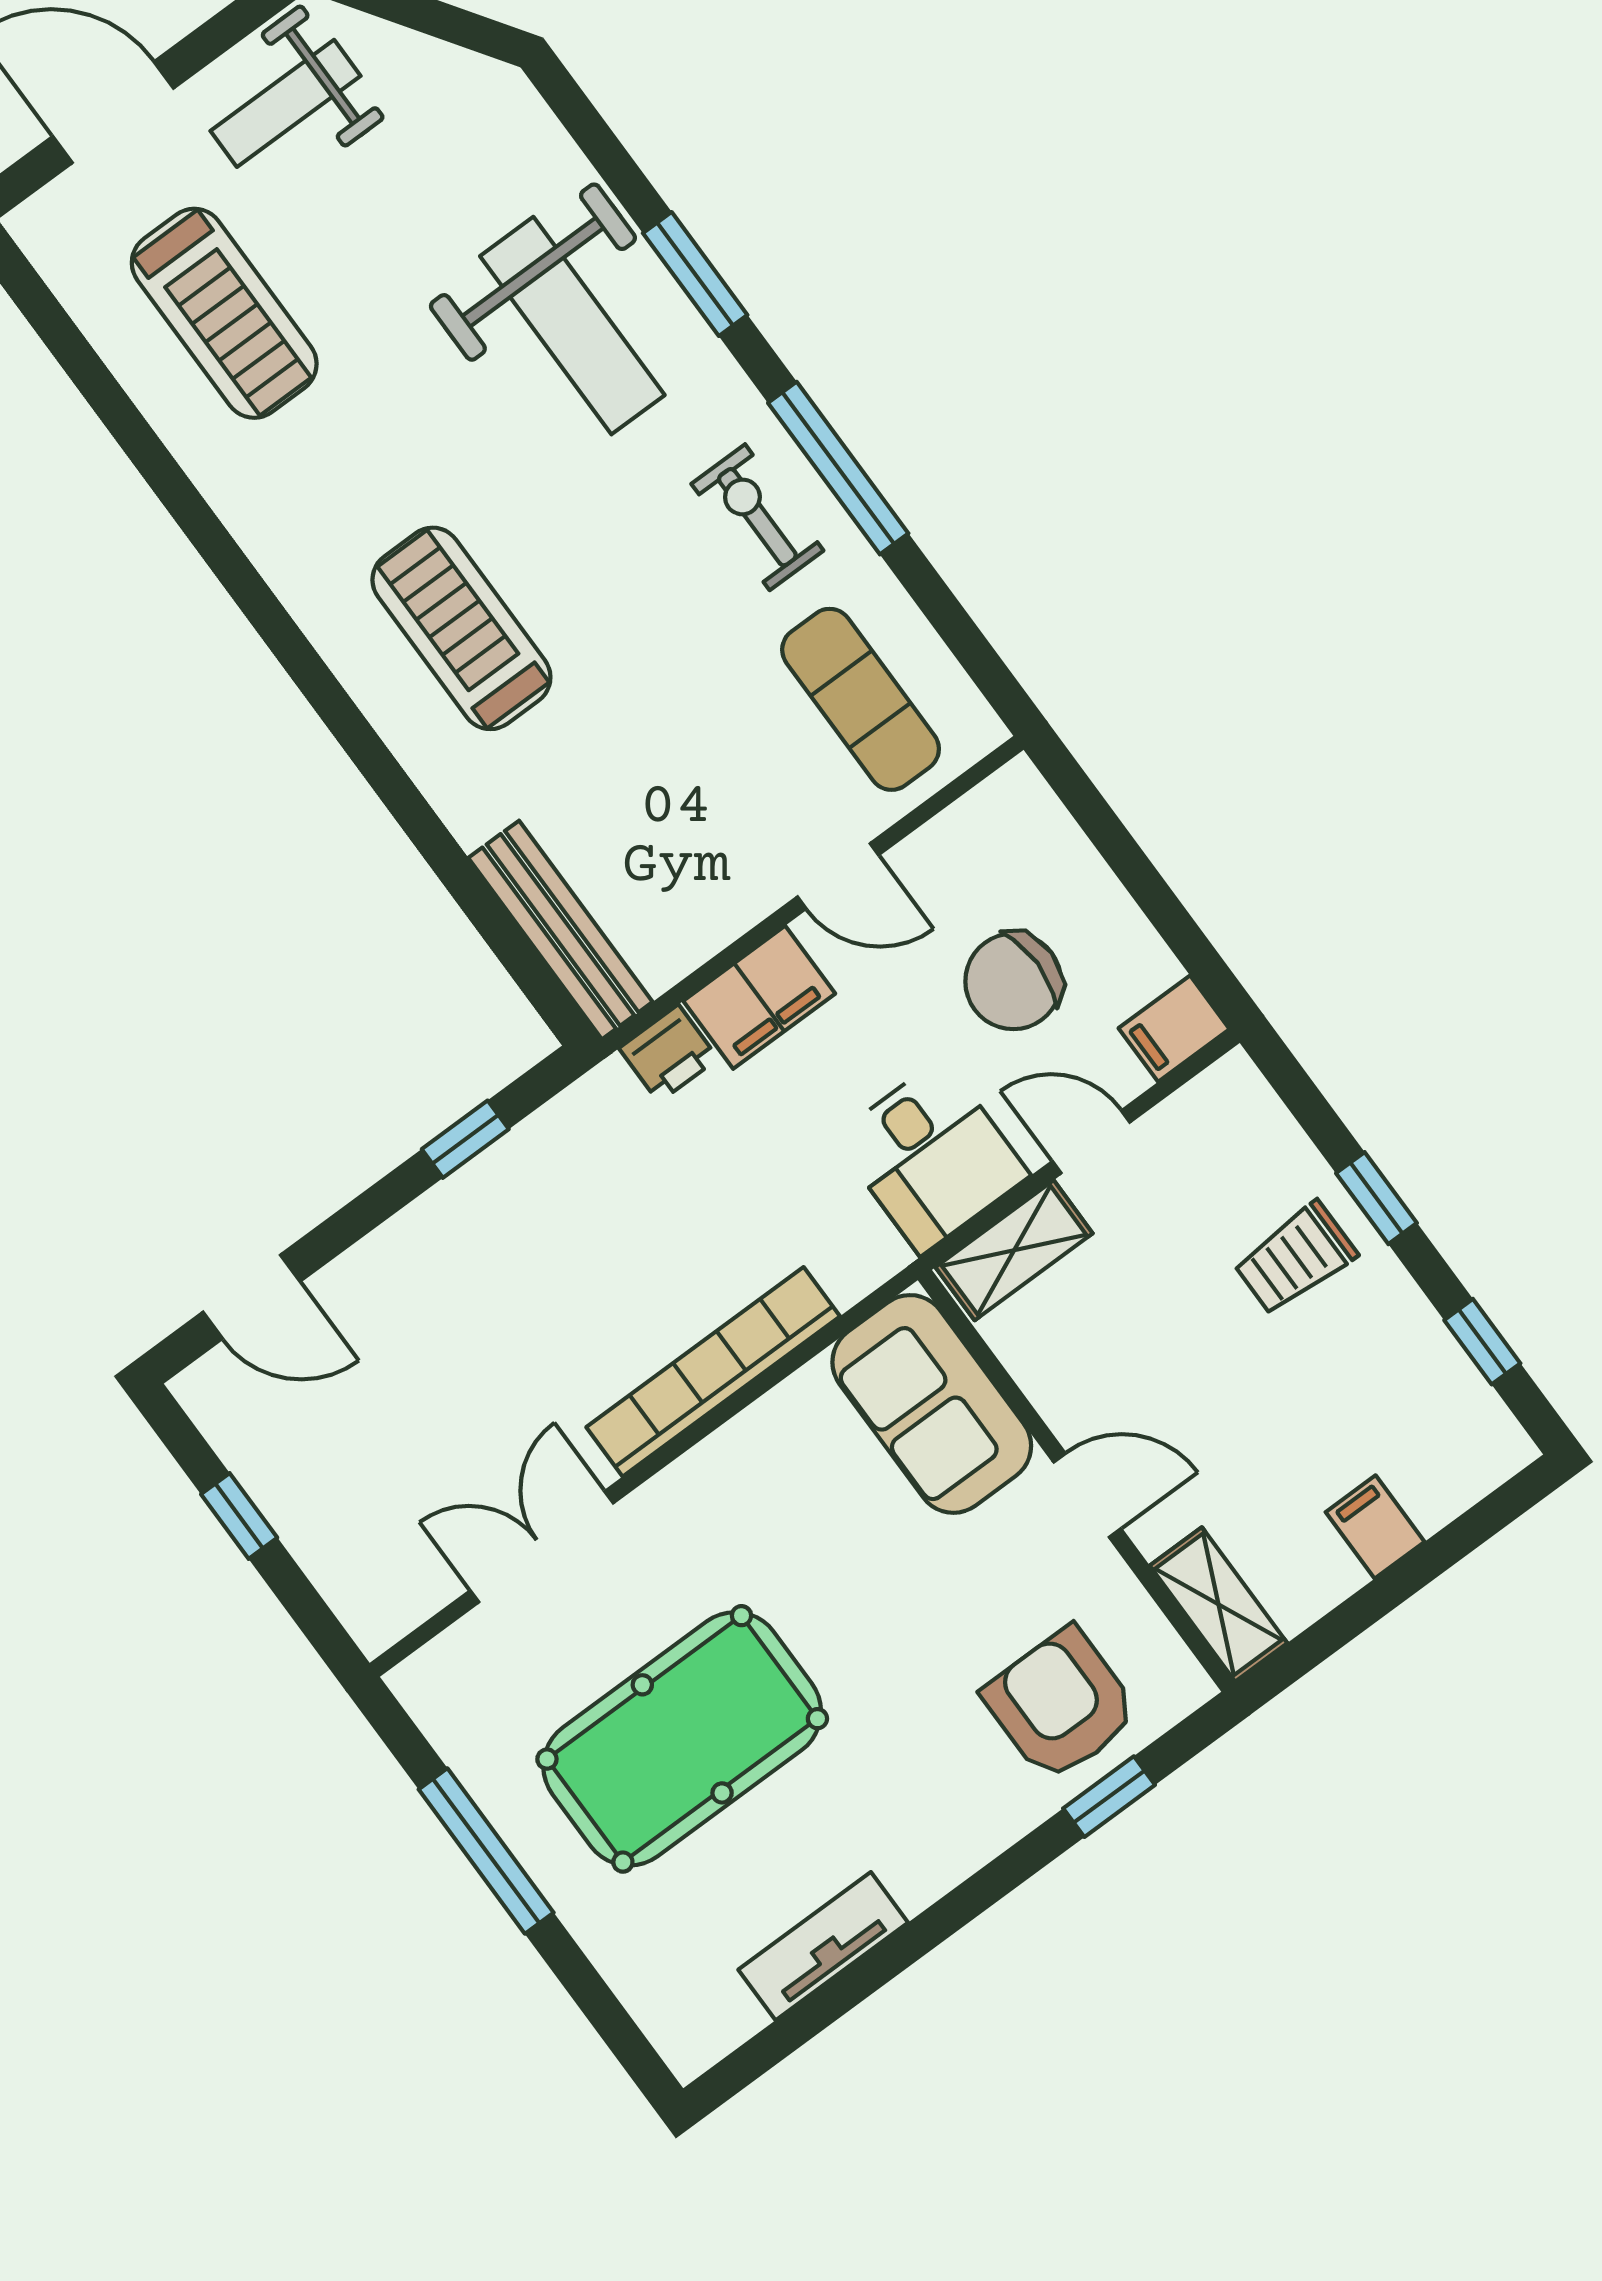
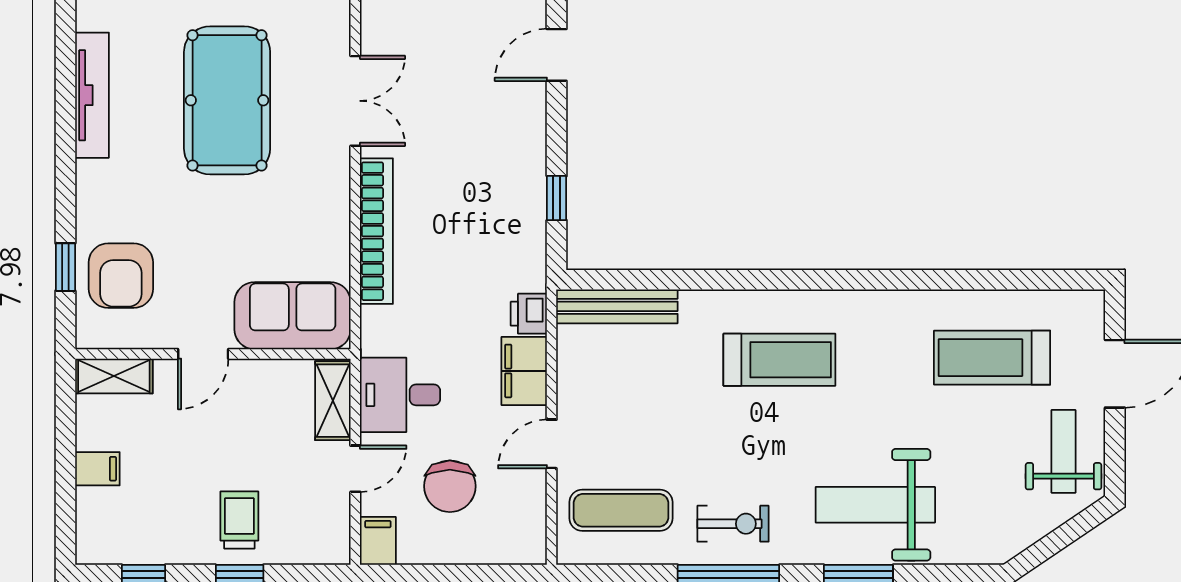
chair: (1013, 981) -> (450, 486), turned 180
armchair: (1061, 1704) -> (121, 276), turned 90
tv unit: (823, 1946) -> (92, 95), width x1.41

